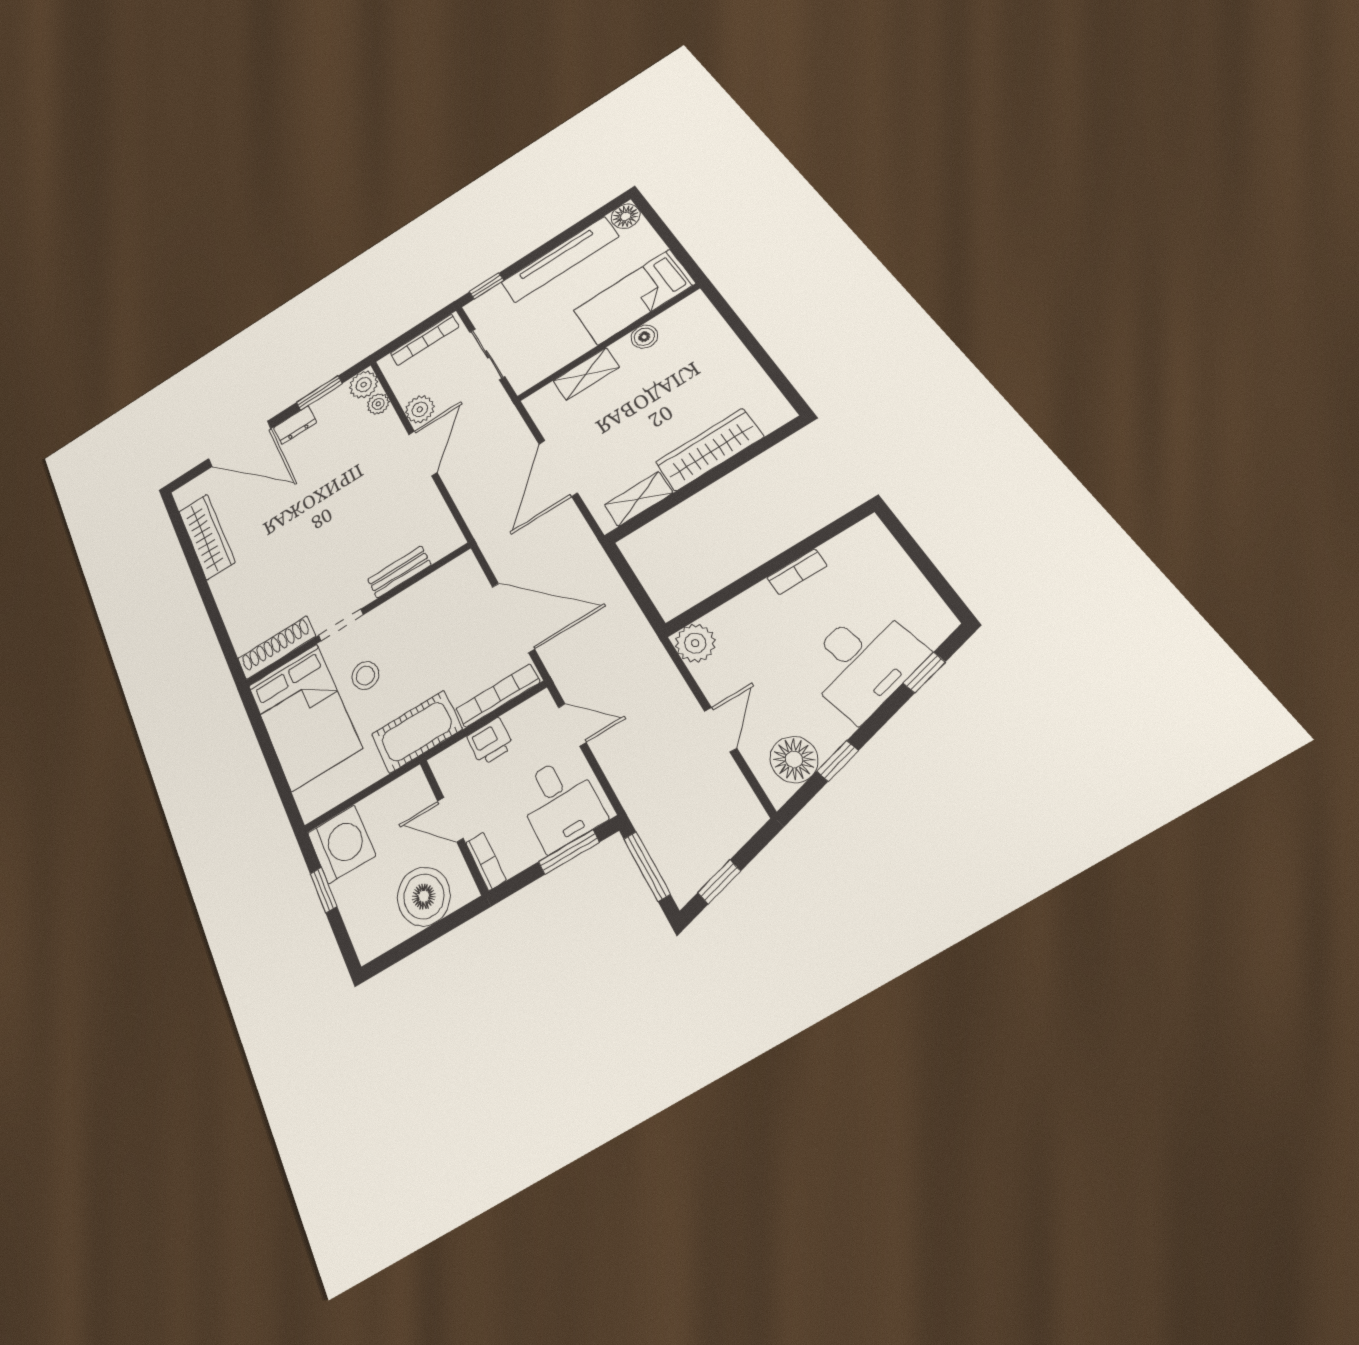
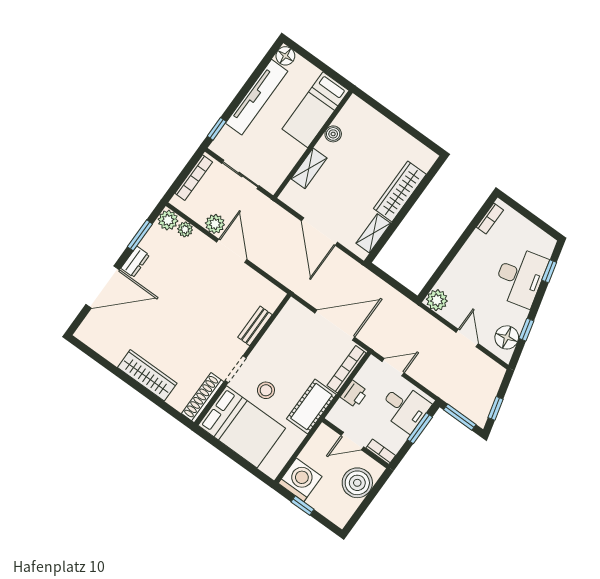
wardrobe: (207, 537) -> (147, 375), moved
bookcase: (797, 572) -> (490, 218), moved

